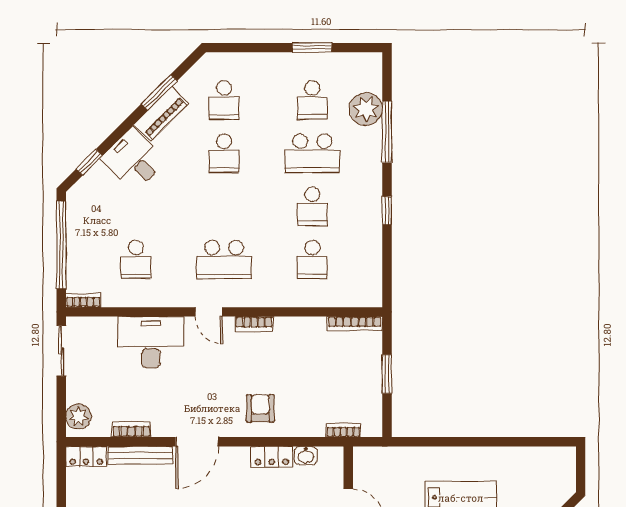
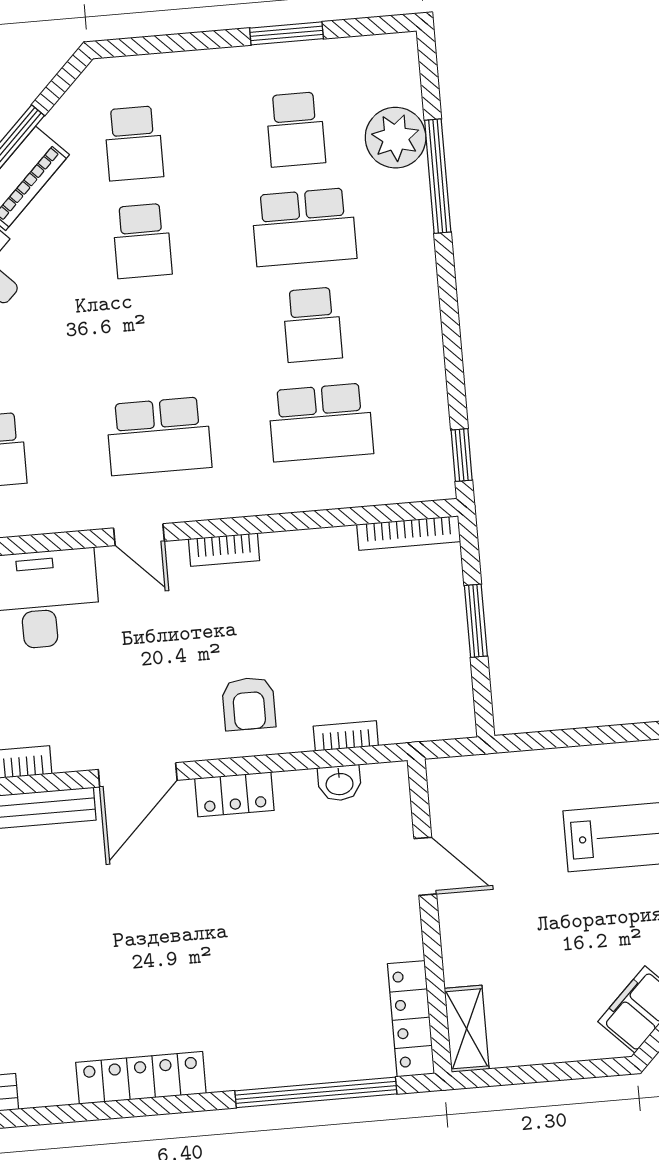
window: (387, 211) -> (462, 455), moved
school desk: (312, 260) -> (321, 422), width x1.85
armchair: (260, 408) -> (249, 704), turned 180
bookcase: (343, 430) -> (346, 736), moved
locker: (272, 457) -> (234, 794), moved

